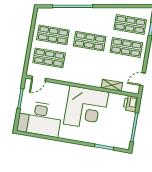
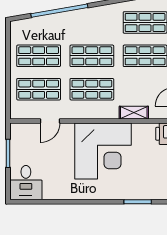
shop shelf: (86, 64) -> (92, 89), added
door: (39, 79) -> (50, 121), moved
desk: (40, 119) -> (26, 183), width x0.53, depth x0.77

